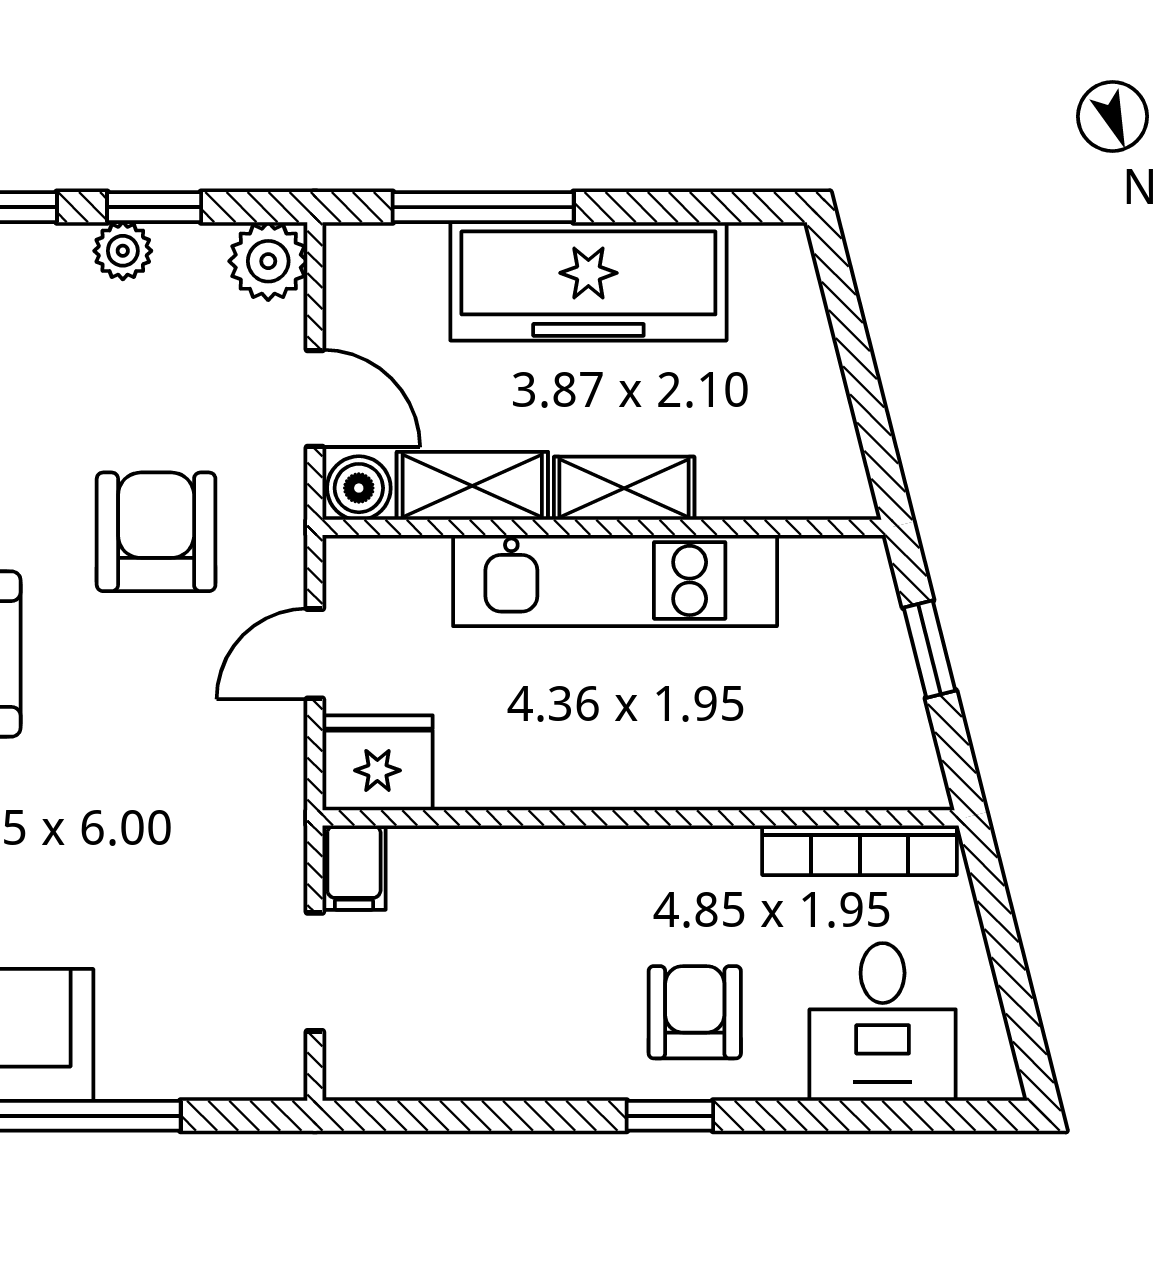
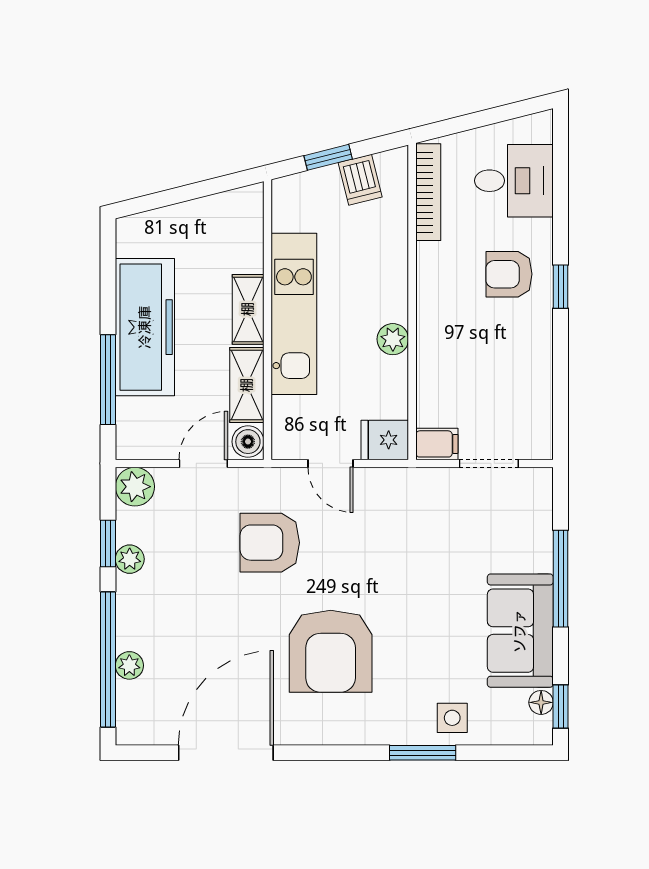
dishwasher: (884, 713) -> (360, 180), added
fridge: (377, 763) -> (385, 440), width x0.72
plant: (564, 779) -> (393, 339), added

